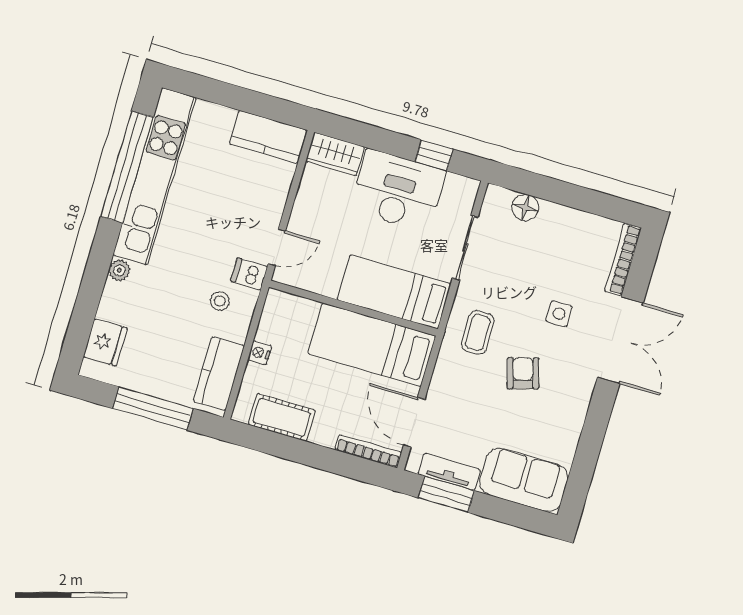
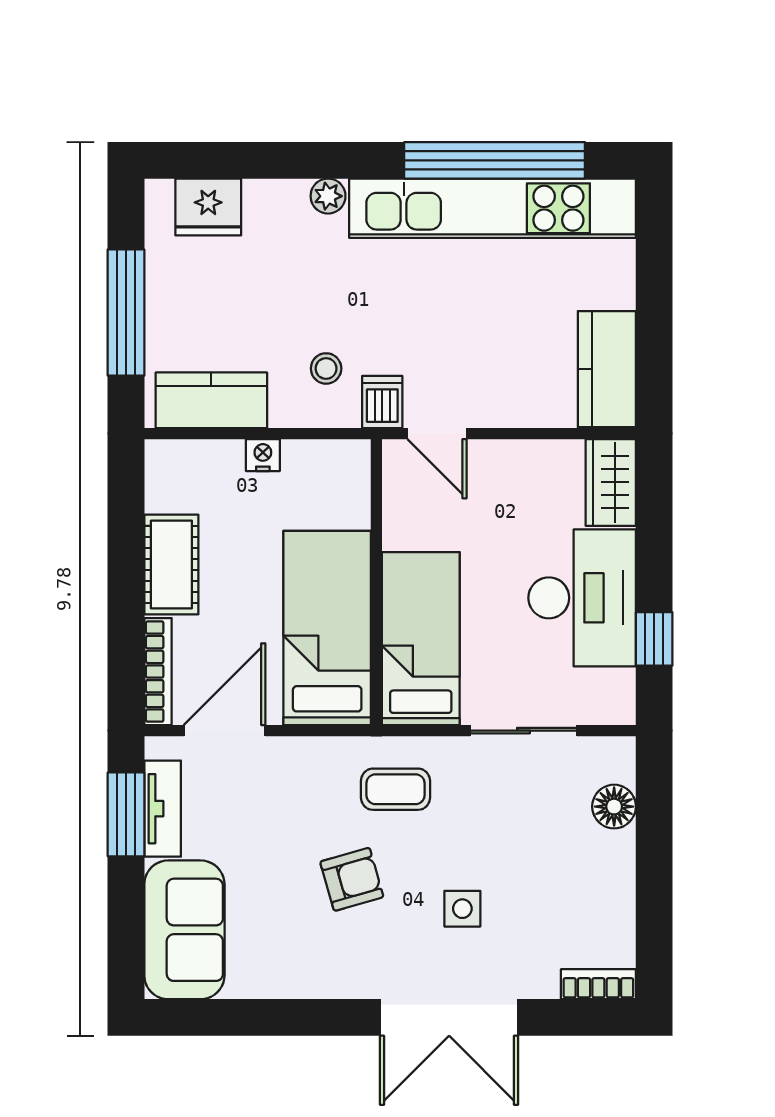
bookcase: (623, 259) -> (598, 984), width x0.64
cot: (282, 417) -> (171, 565), moved

